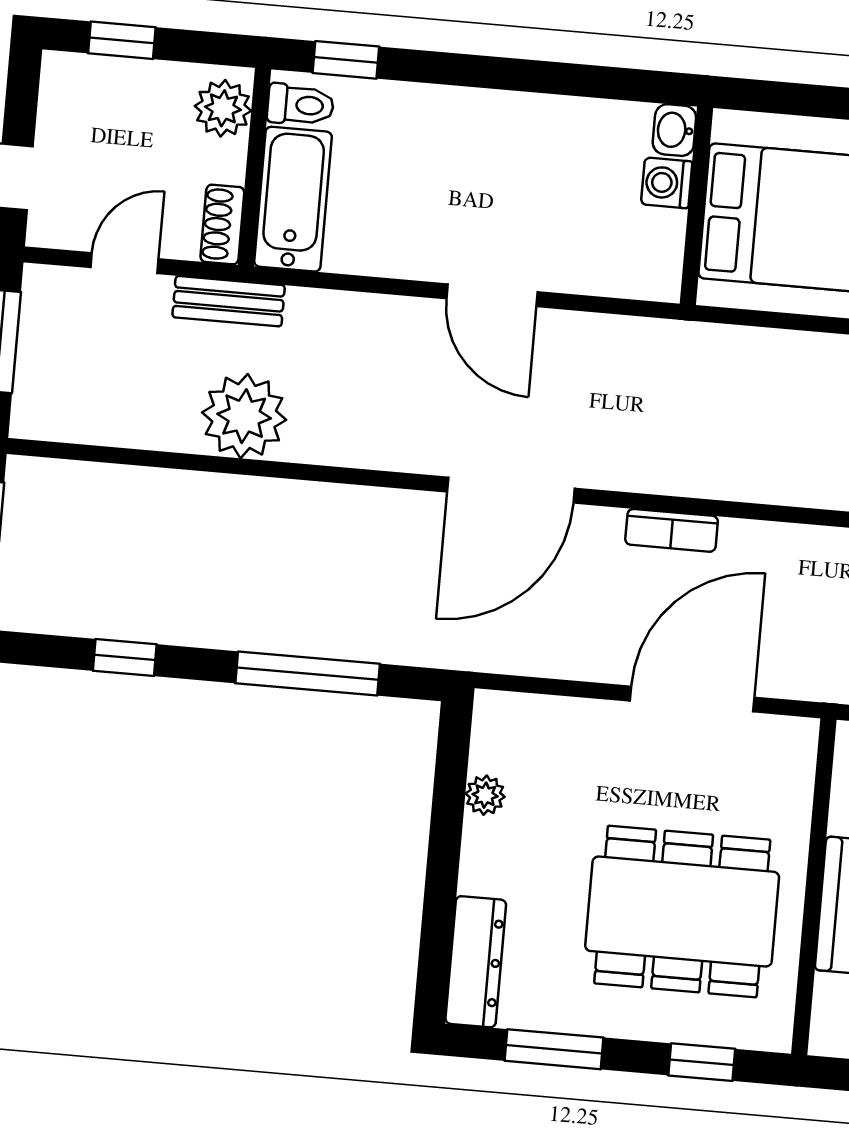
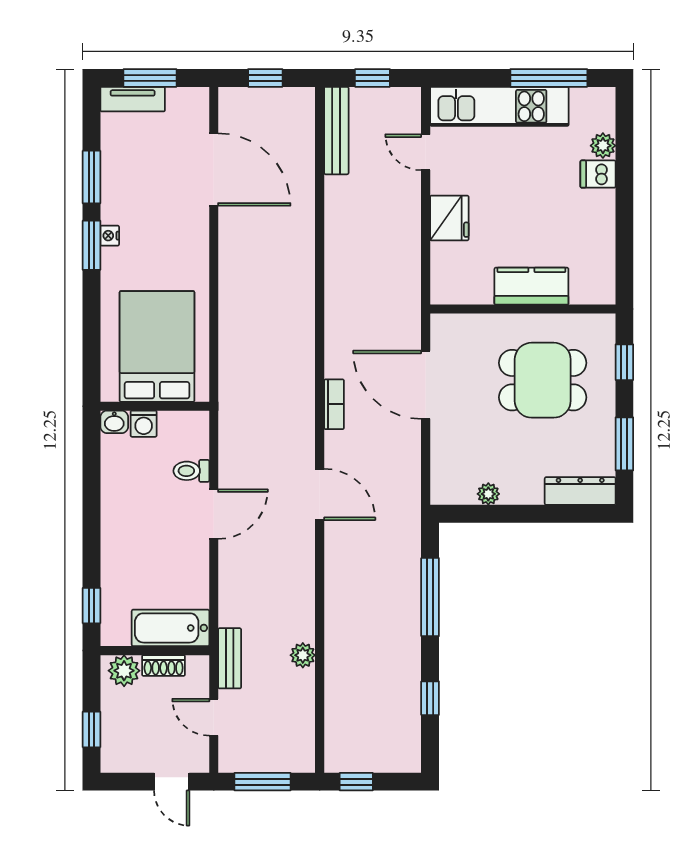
toilet: (301, 105) -> (191, 471), moved, turned -90
shoe rack: (222, 225) -> (164, 665), moved
plant: (244, 416) -> (303, 655), width x0.53, depth x0.53
door: (511, 490) -> (320, 494), width x0.73
dining table: (682, 911) -> (543, 380), width x0.73

